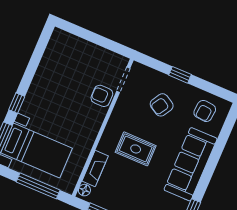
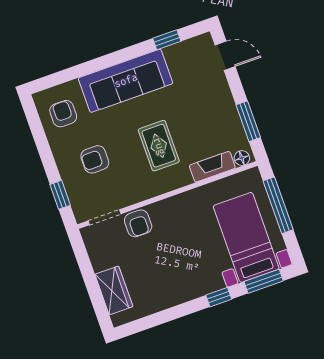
wardrobe: (76, 46) -> (114, 290), added
window: (180, 75) -> (60, 195), moved
armchair: (162, 105) -> (95, 159), turned 149
armchair: (205, 111) -> (63, 114), turned -95

